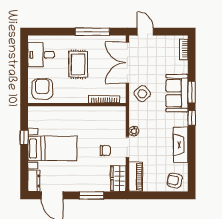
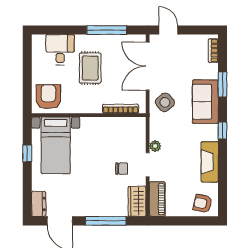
desk: (41, 55) -> (60, 50), moved, turned 90
window: (192, 92) -> (222, 84), moved
bed with nightstands: (52, 148) -> (56, 145), moved, turned 90
window: (91, 195) -> (106, 221), width x1.44

